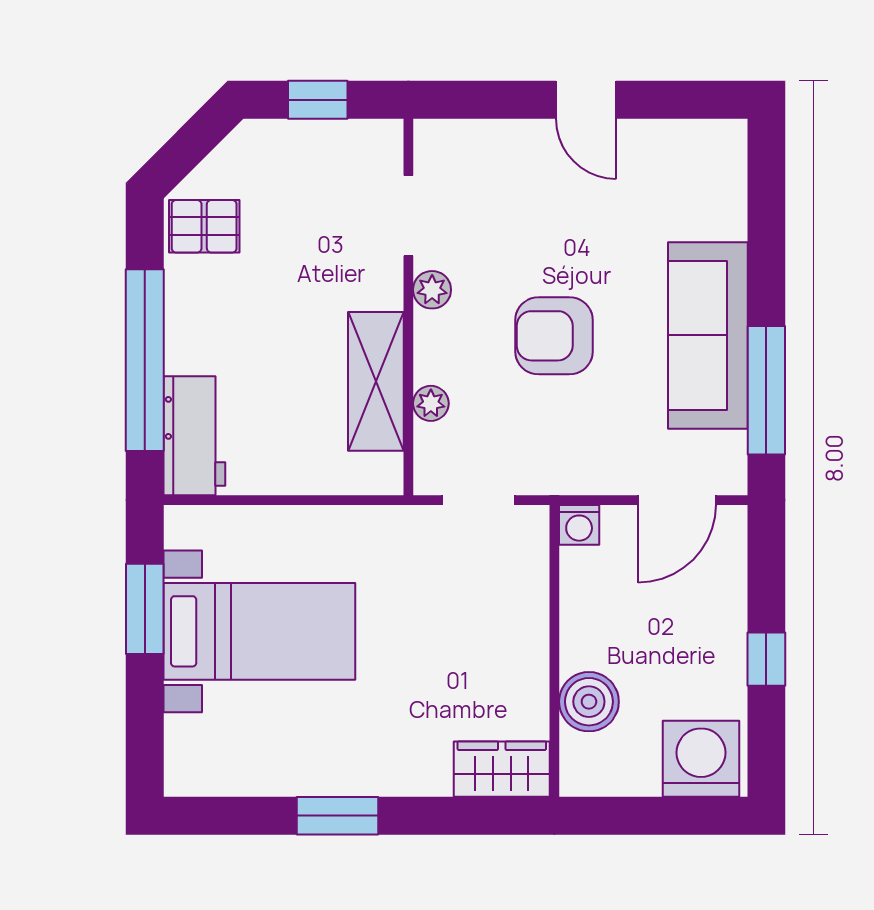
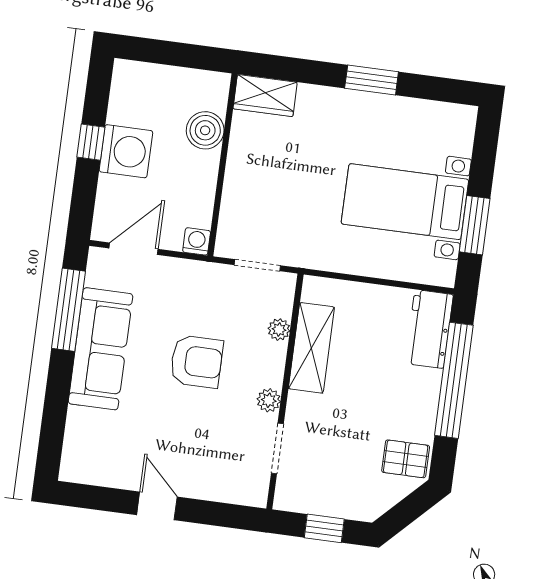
washing machine: (701, 759) -> (126, 151), moved, turned -90

